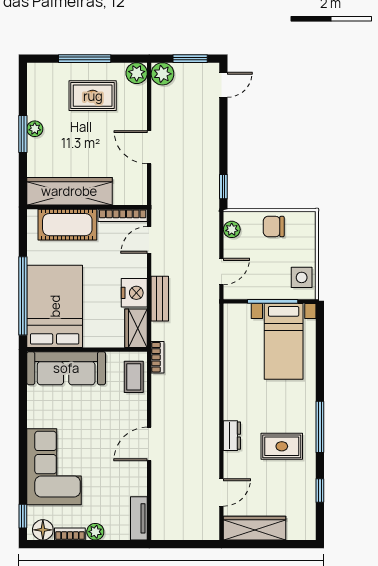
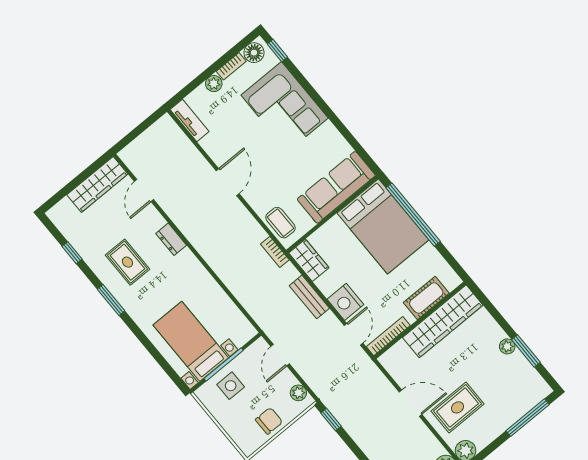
window: (85, 59) -> (528, 418), moved
rug: (93, 96) -> (458, 407), moved
window: (23, 134) -> (526, 351), moved
cot: (67, 225) -> (426, 298), width x0.73, depth x0.75
side table: (302, 277) -> (231, 386), moved
nightstand: (134, 293) -> (345, 302), moved
window: (320, 427) -> (111, 300), width x0.69
rug: (282, 446) -> (127, 262), turned 90

